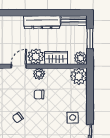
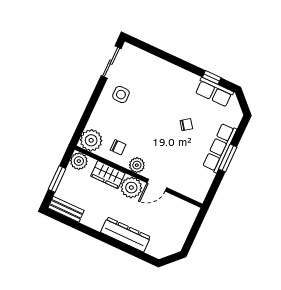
dresser: (42, 22) -> (126, 235), moved
chair: (39, 95) -> (118, 147), moved

